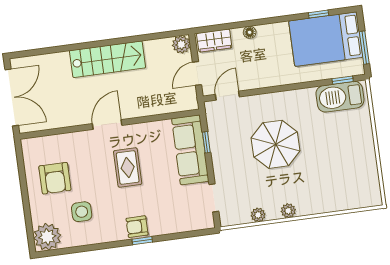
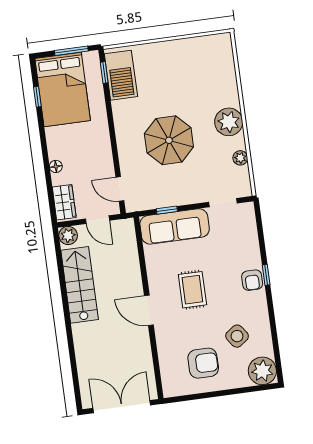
stairs: (108, 59) -> (80, 285), moved
rug: (128, 168) -> (192, 290), turned 90
plant: (288, 211) -> (229, 122), width x1.87, depth x1.87
side table: (82, 212) -> (237, 336), turned -36

